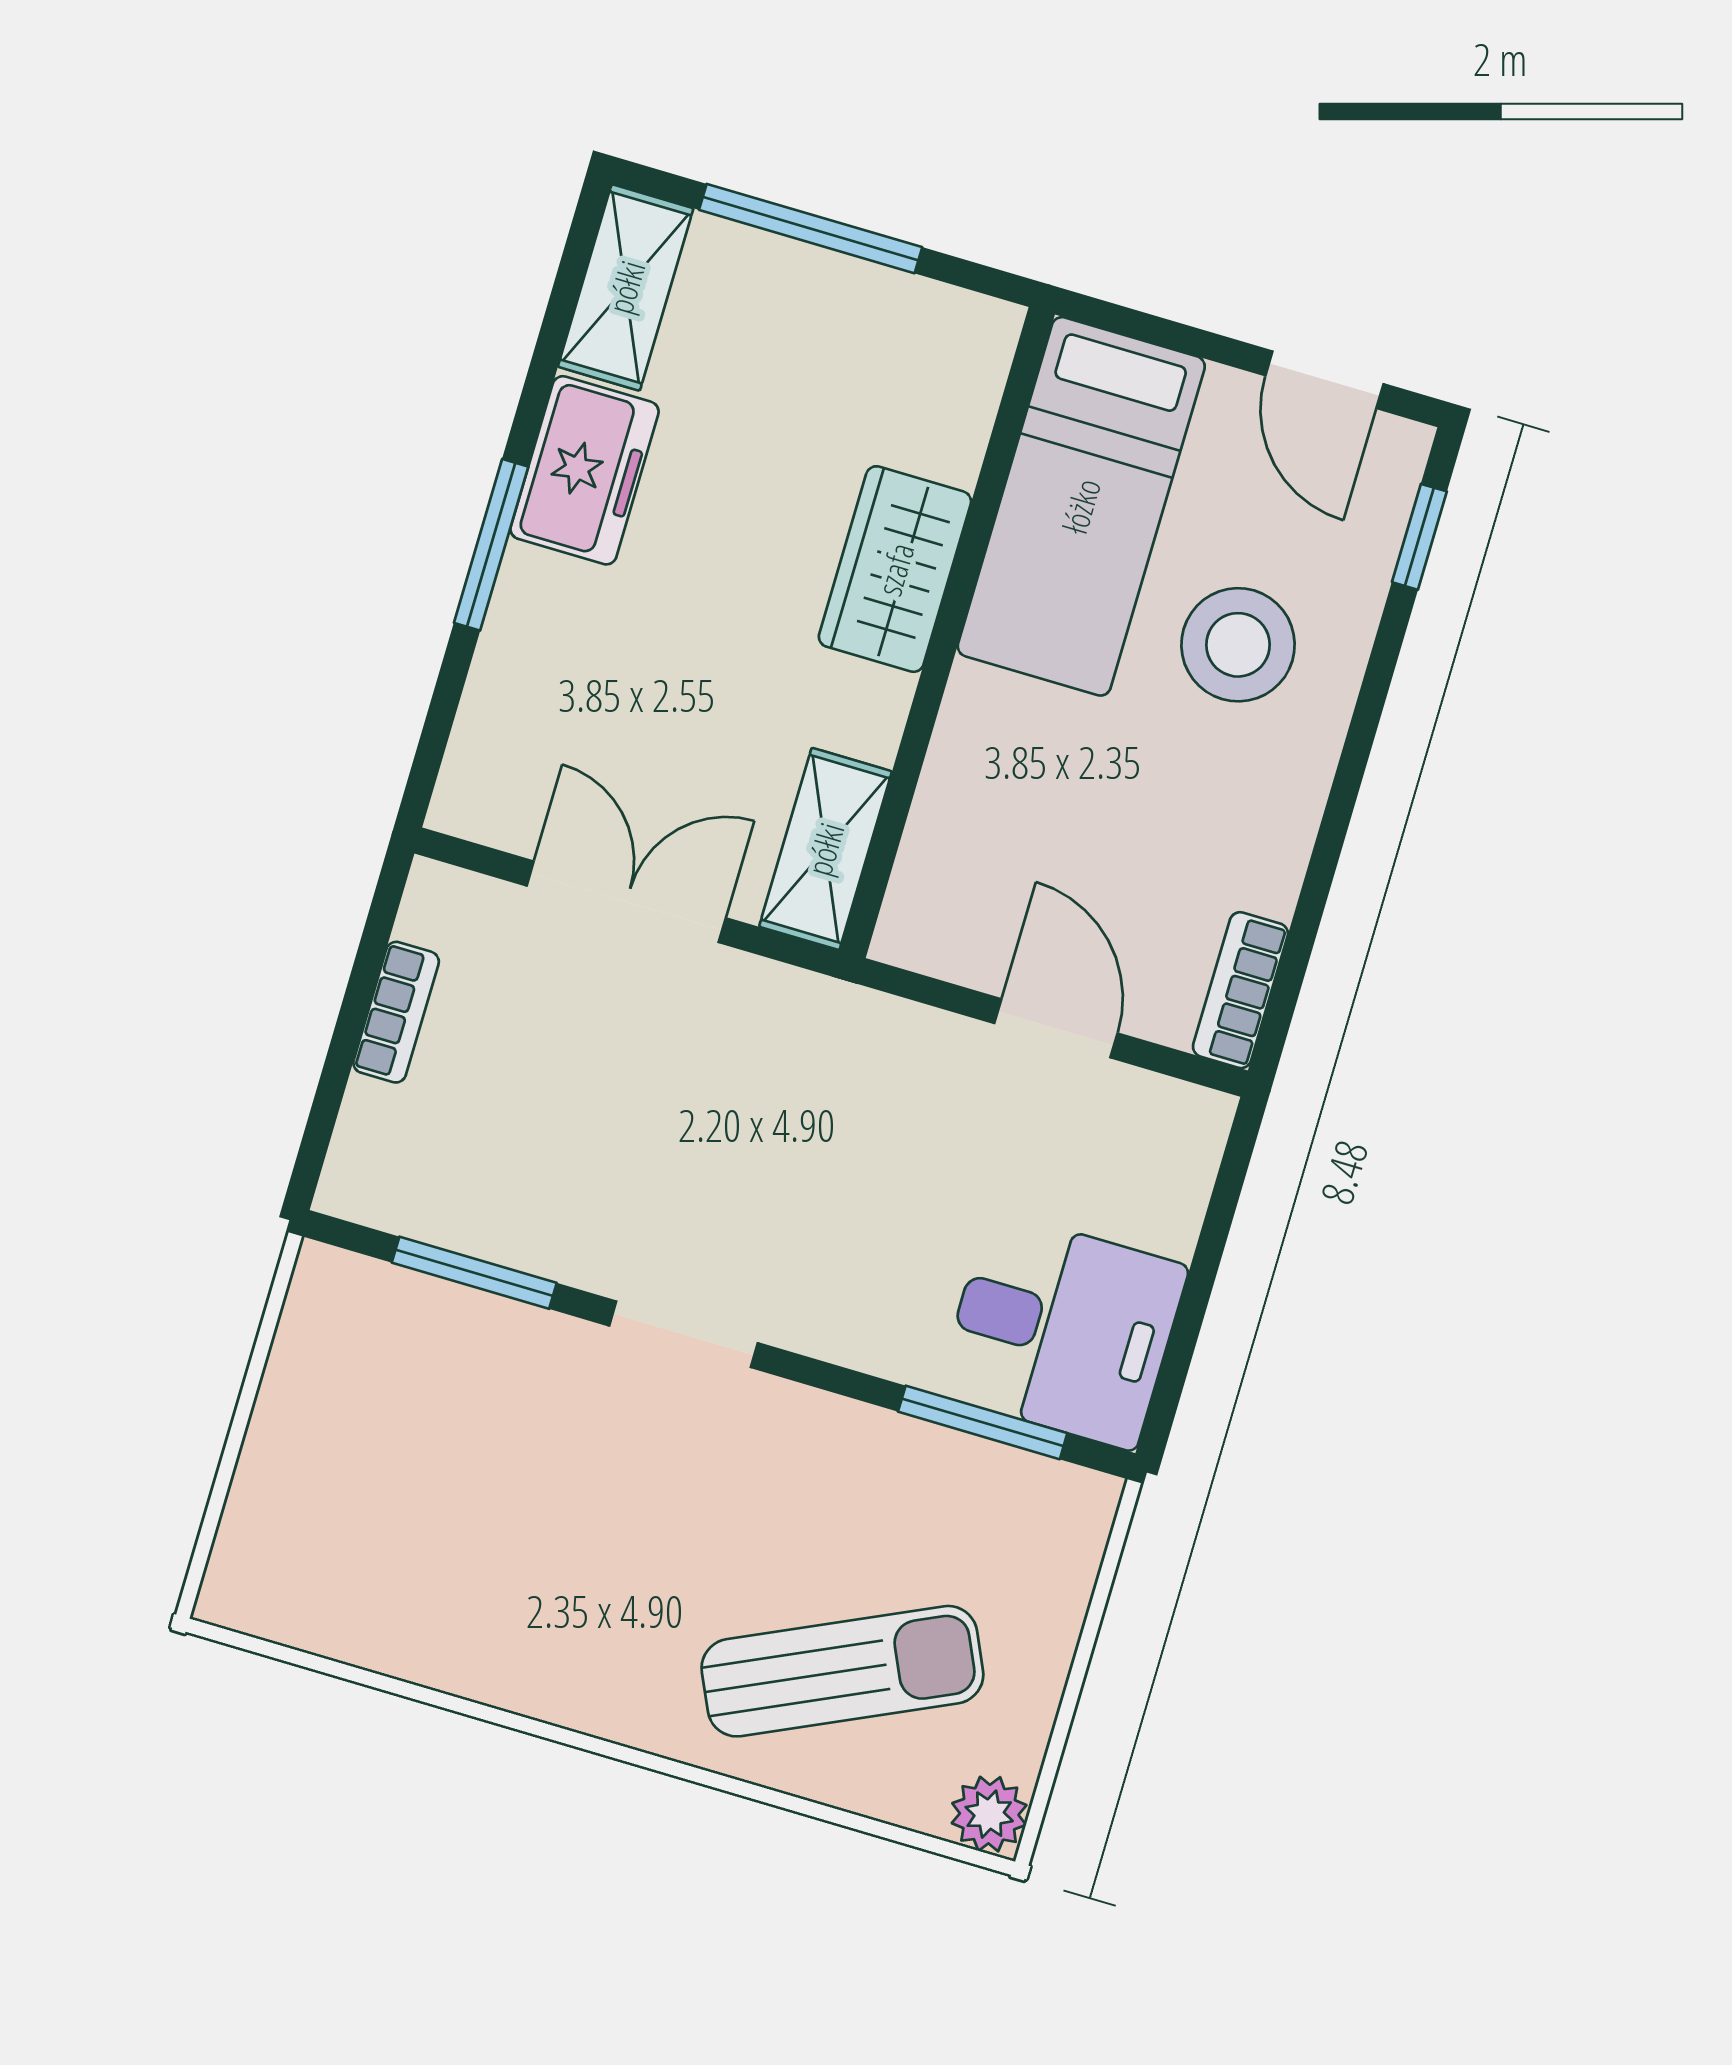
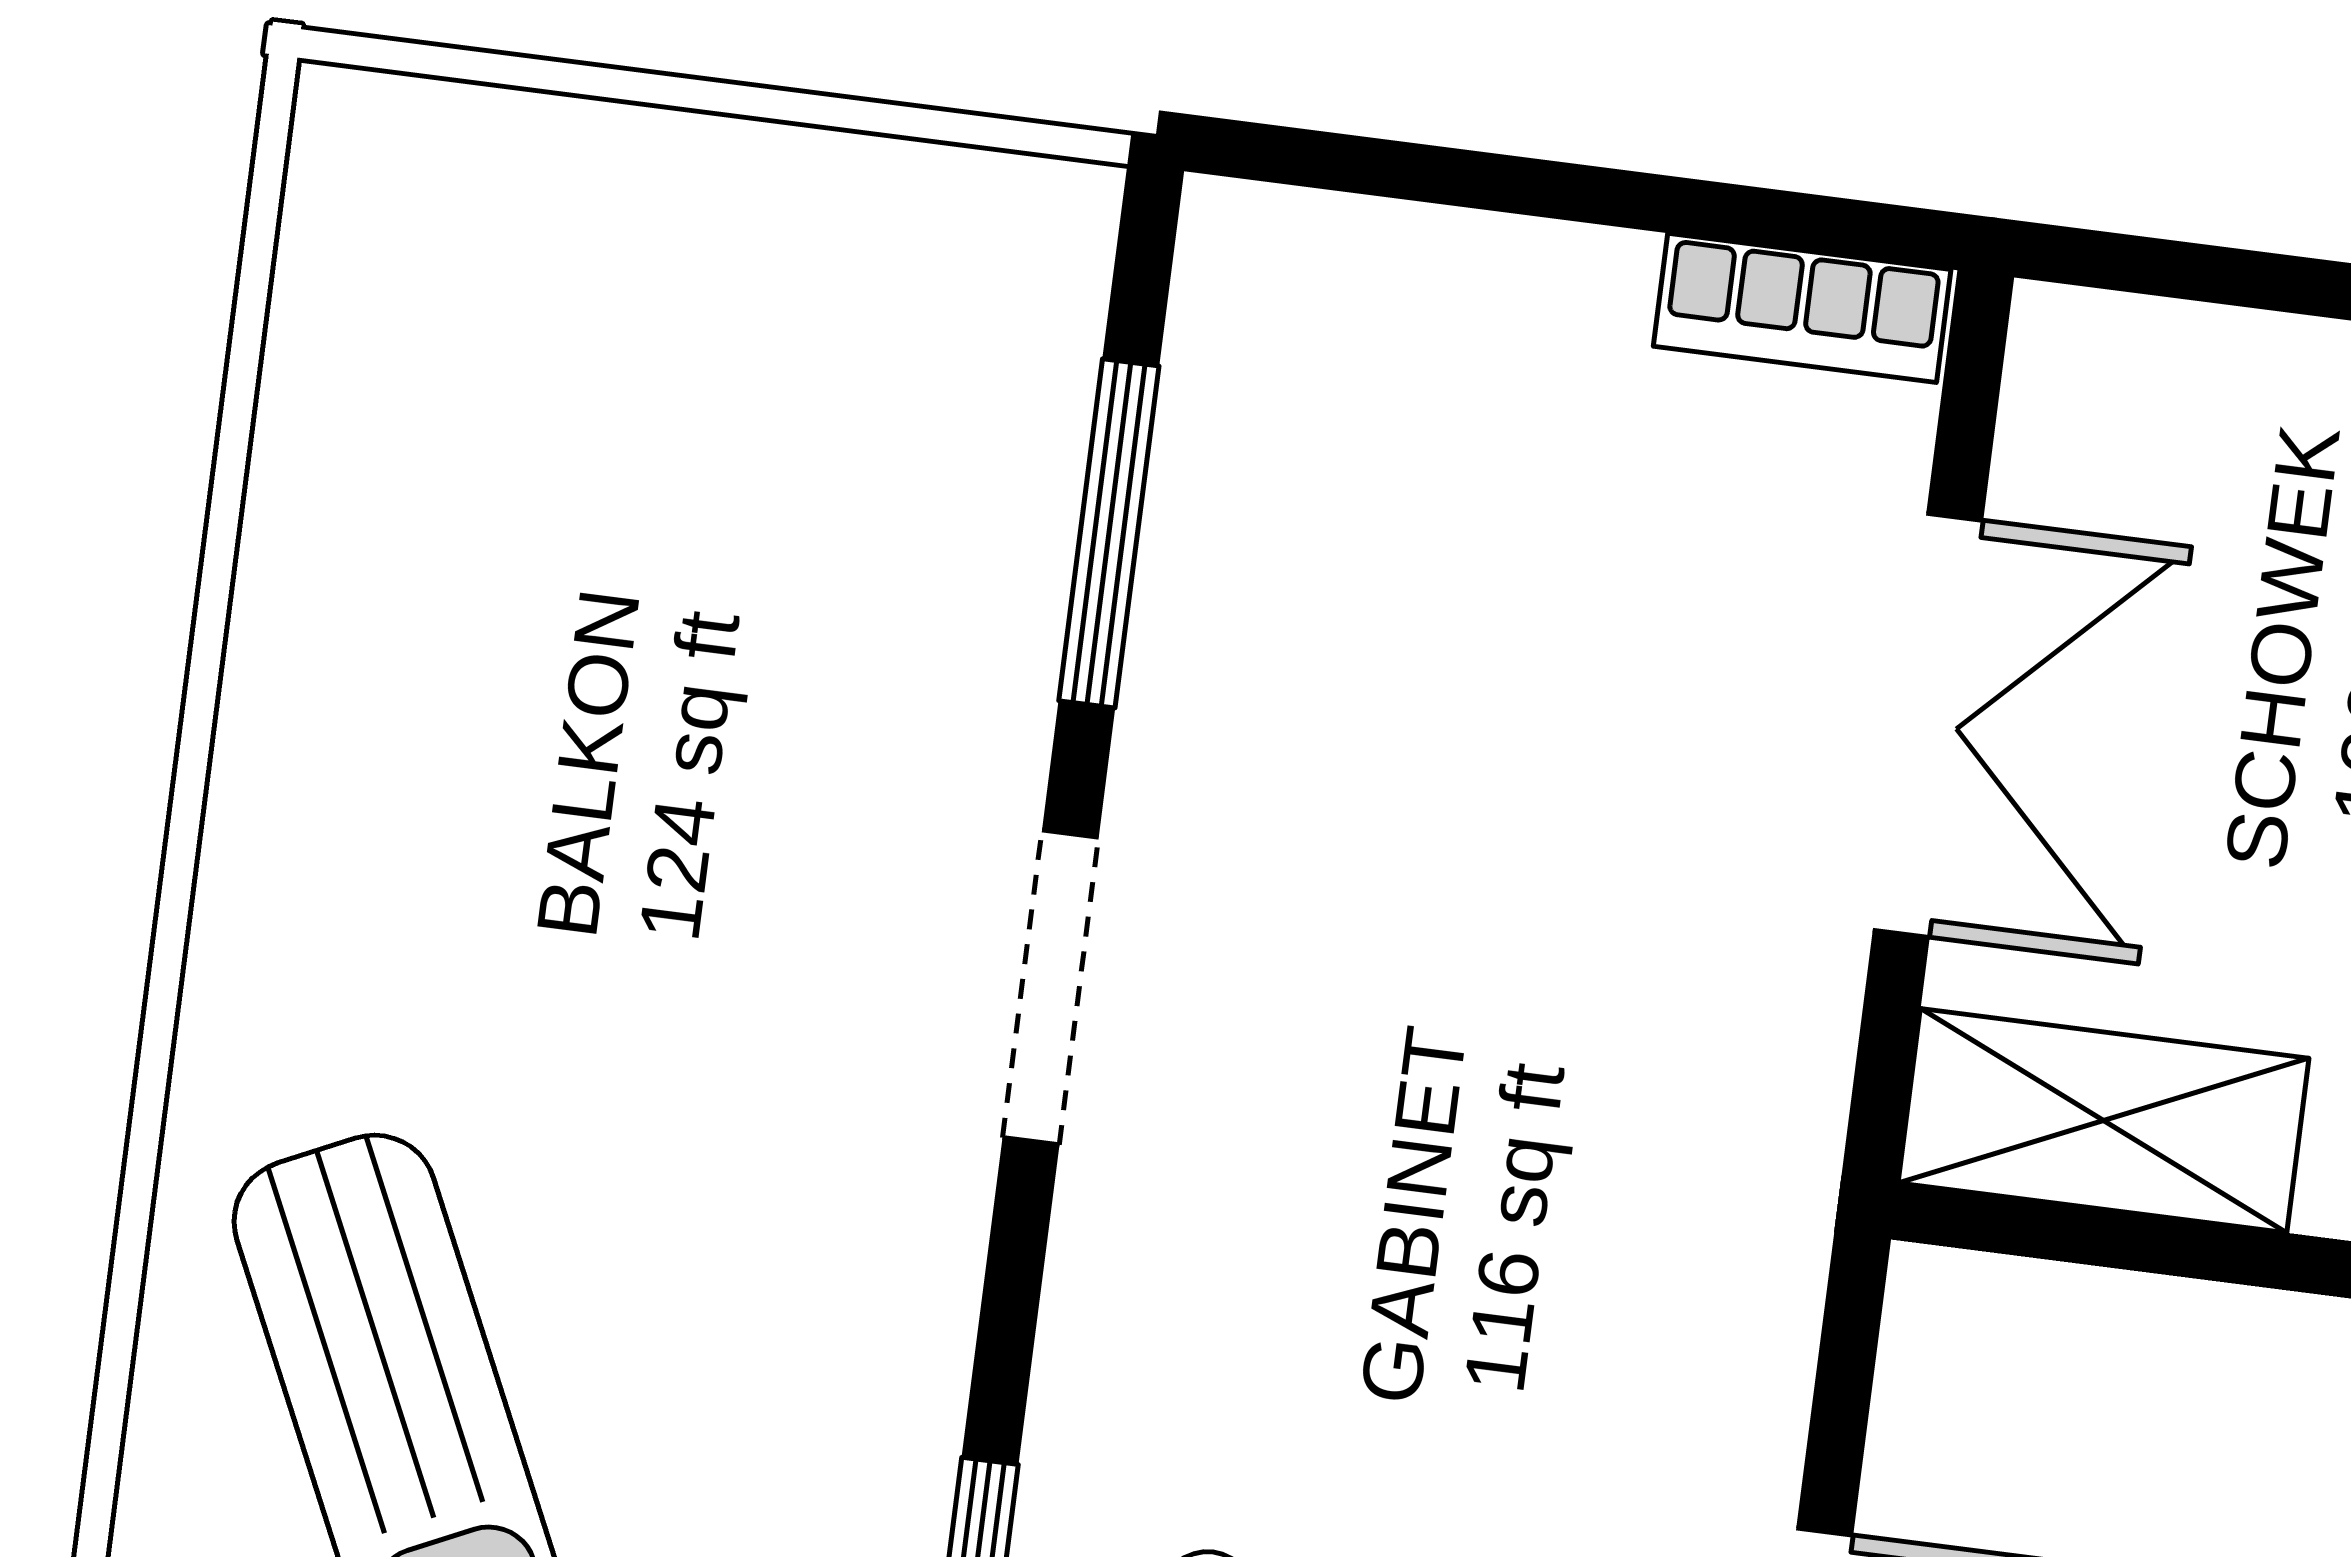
bookcase: (396, 1012) -> (1802, 308), moved

